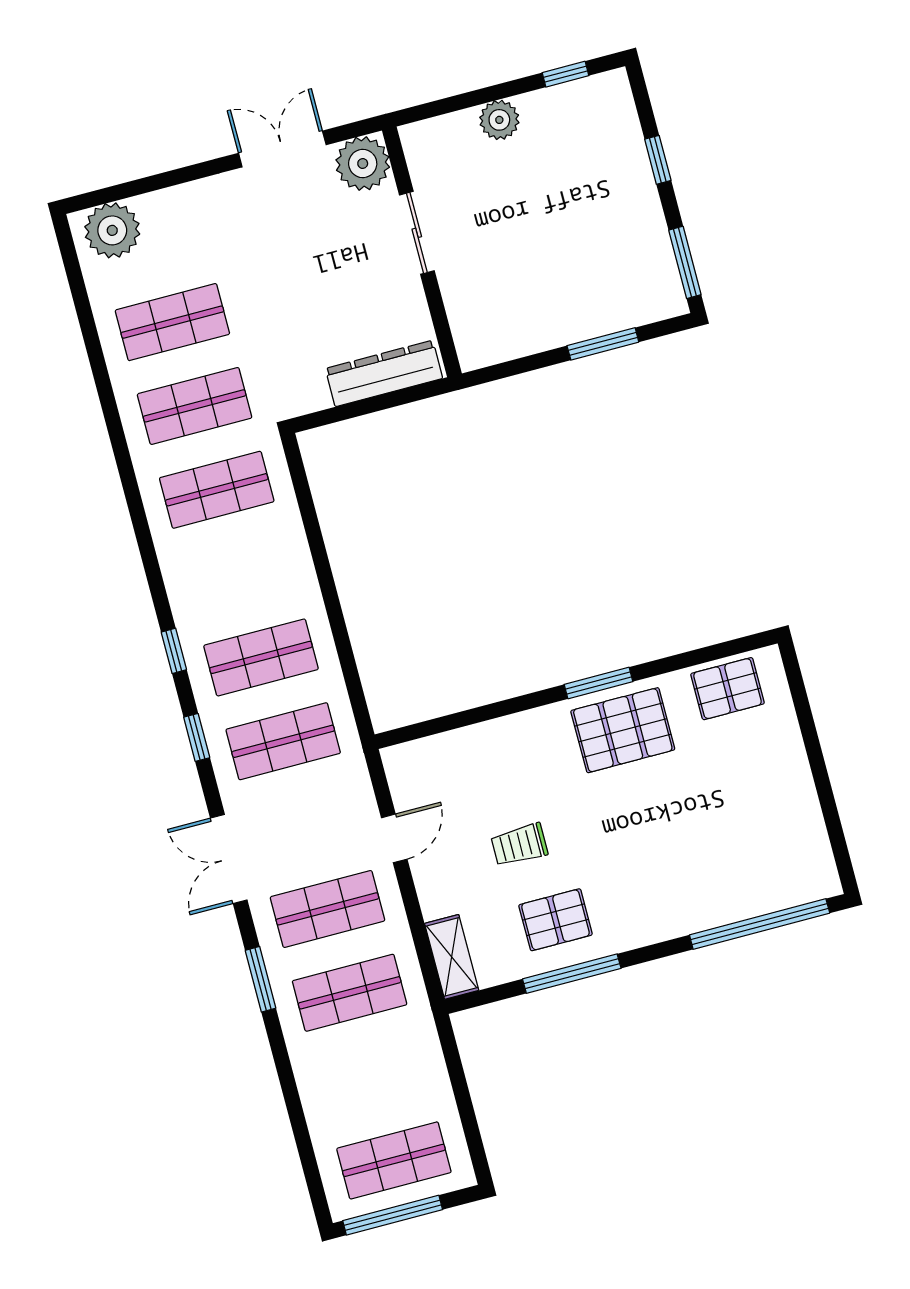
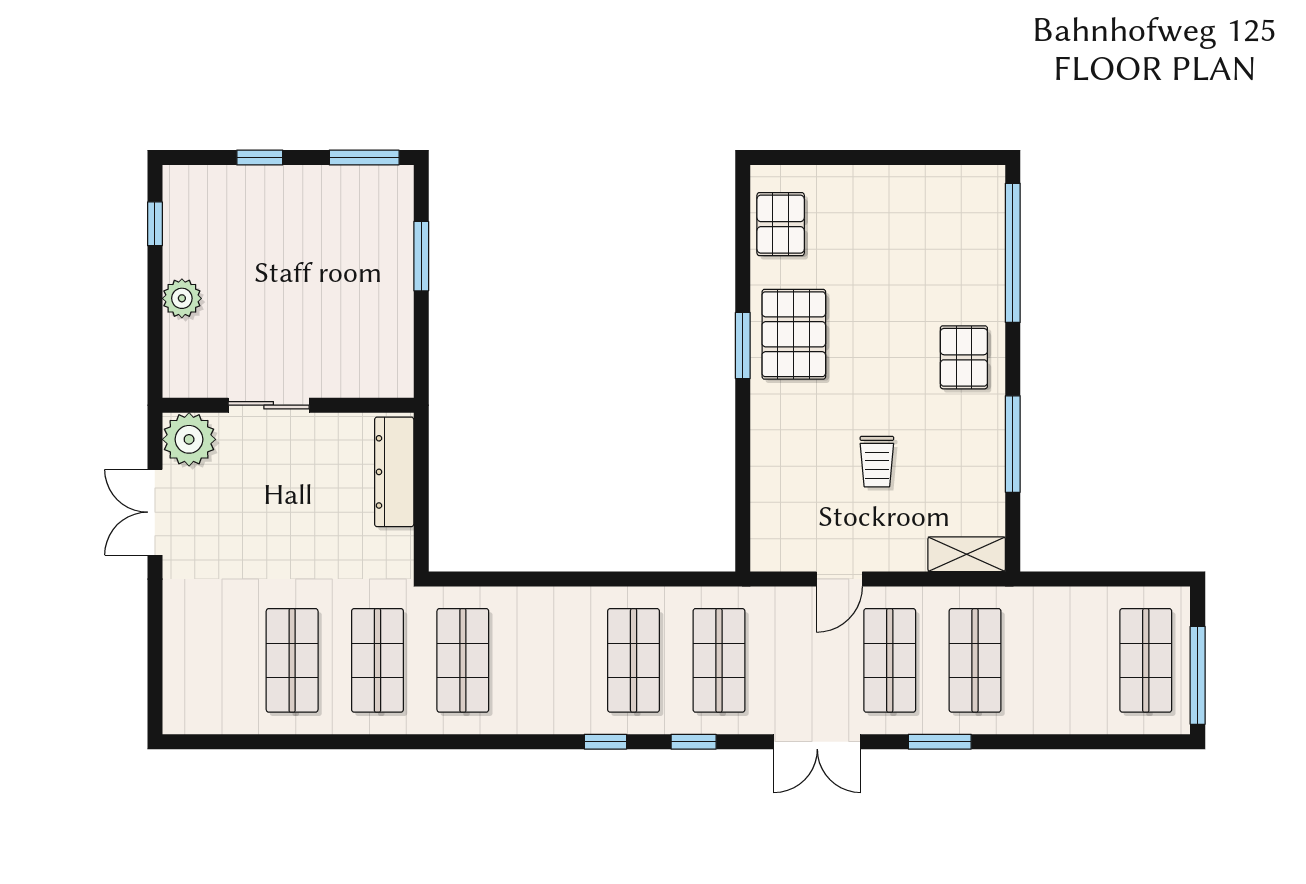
plant: (112, 230) -> (190, 695), removed
door: (394, 838) -> (839, 579), swing flipped
pallet: (556, 920) -> (964, 357), moved

